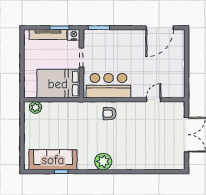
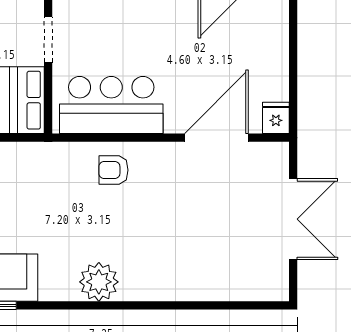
fridge: (179, 91) -> (276, 118), added
door: (154, 100) -> (216, 138), width x1.88

